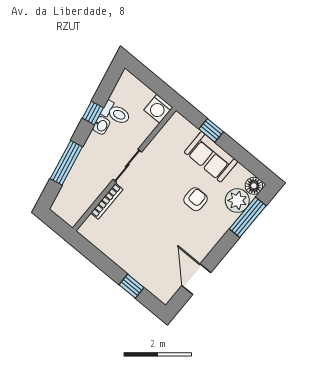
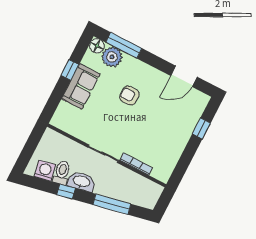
washing machine: (158, 109) -> (45, 171), moved, turned -102
washbasin: (101, 125) -> (81, 182), width x1.91, depth x1.45
window: (211, 130) -> (70, 70), moved
armchair: (196, 199) -> (129, 96), moved

